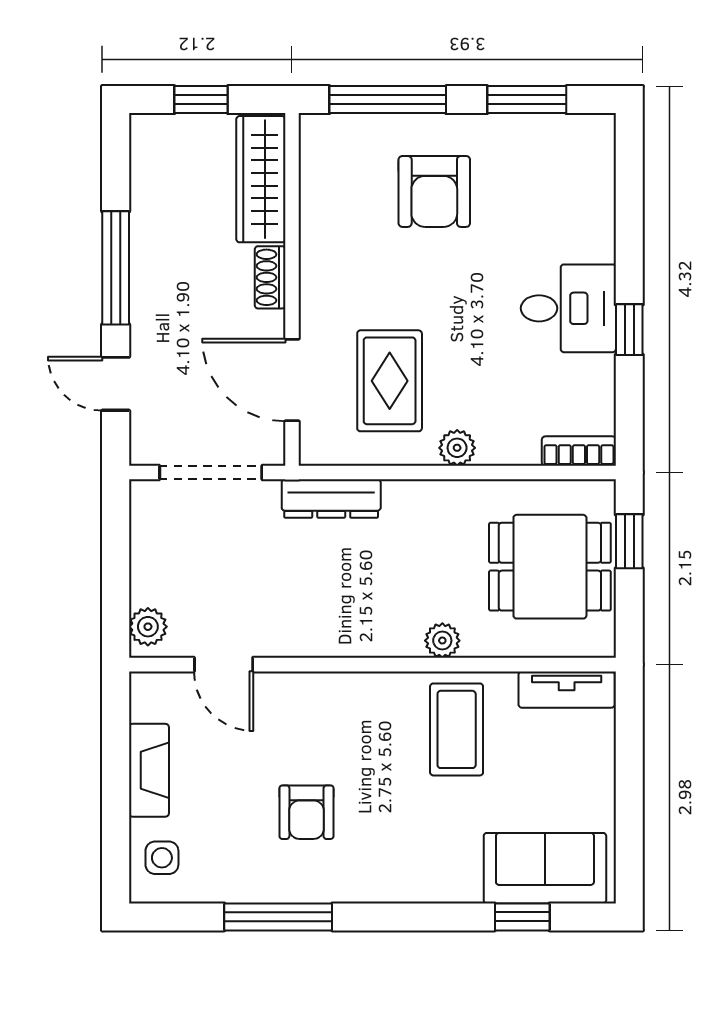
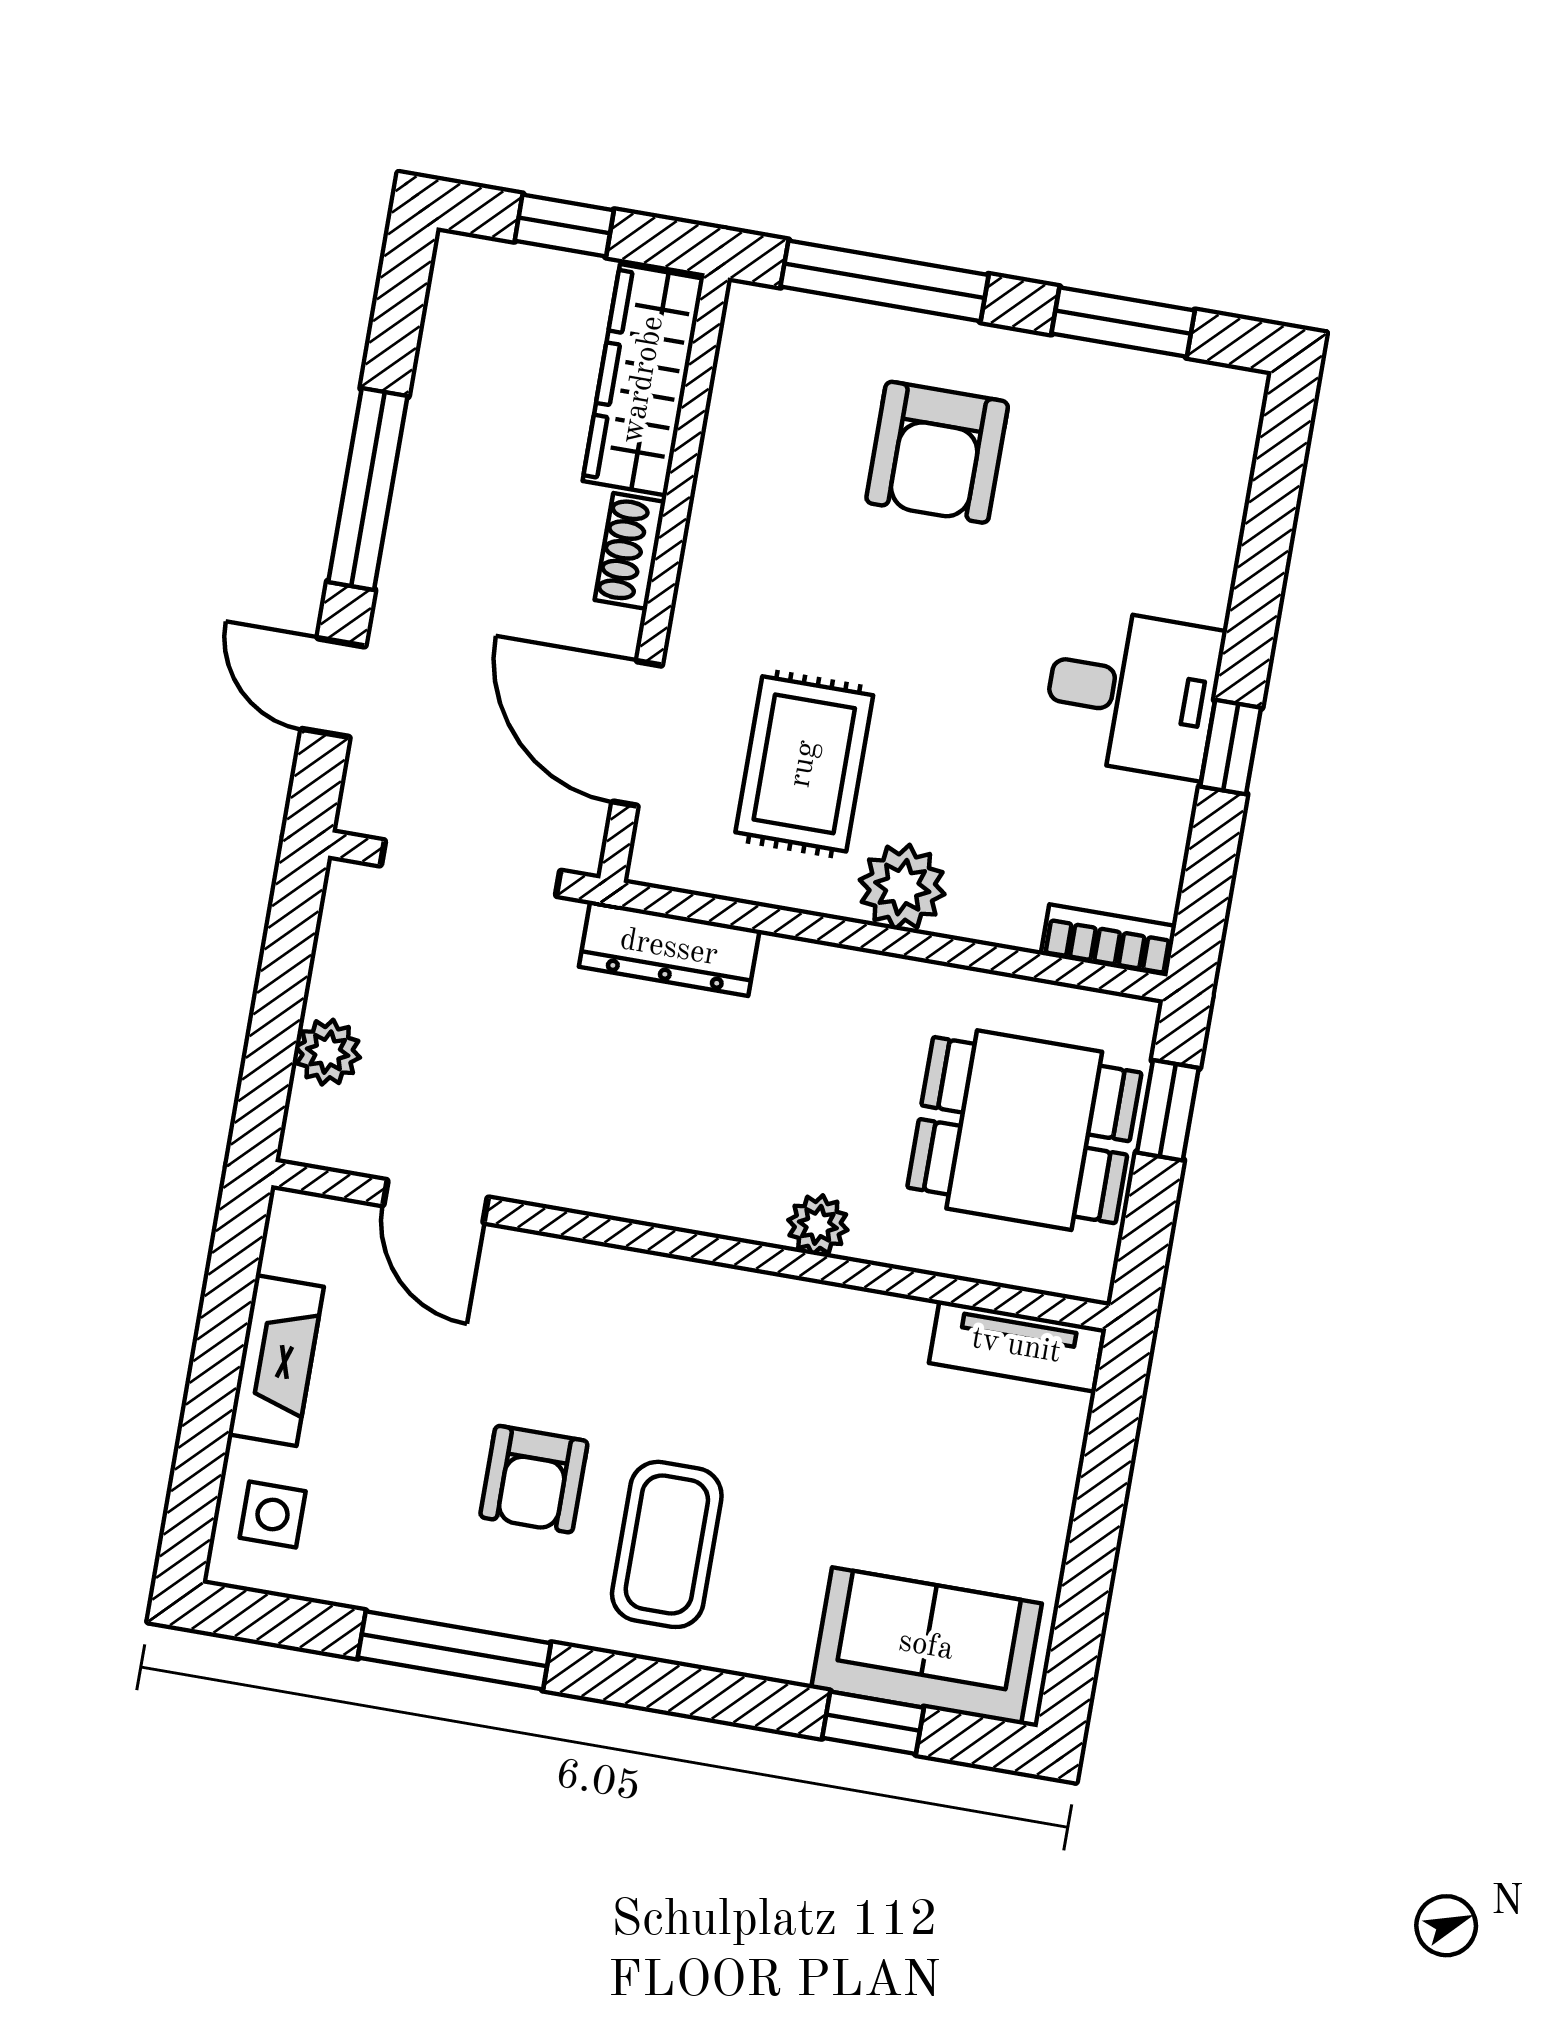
plant: (457, 448) -> (902, 887), width x1.38, depth x1.38
plant: (148, 627) -> (328, 1052), moved
coffee table: (457, 729) -> (667, 1544), moved

